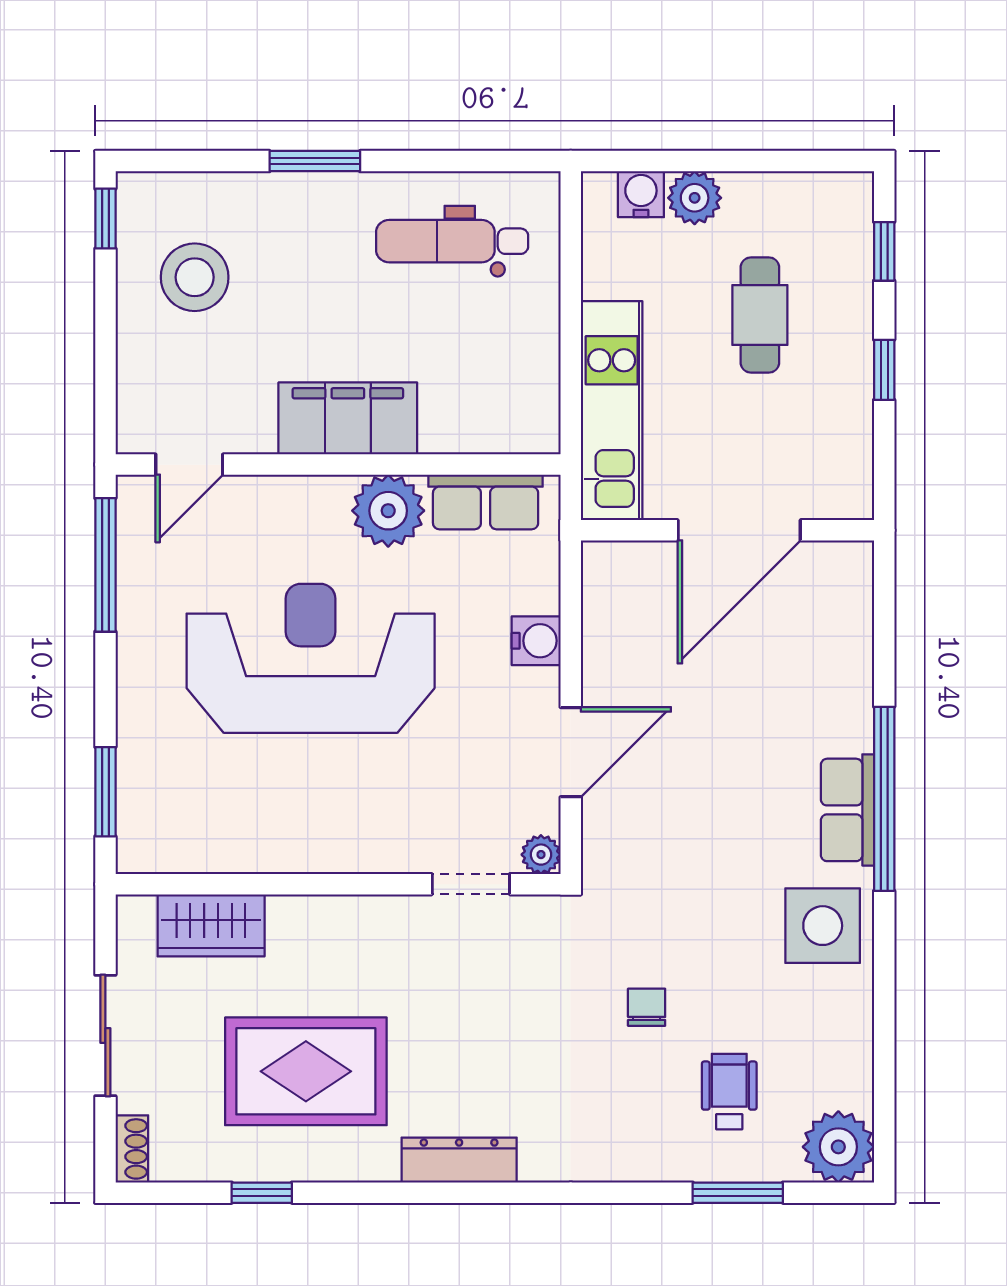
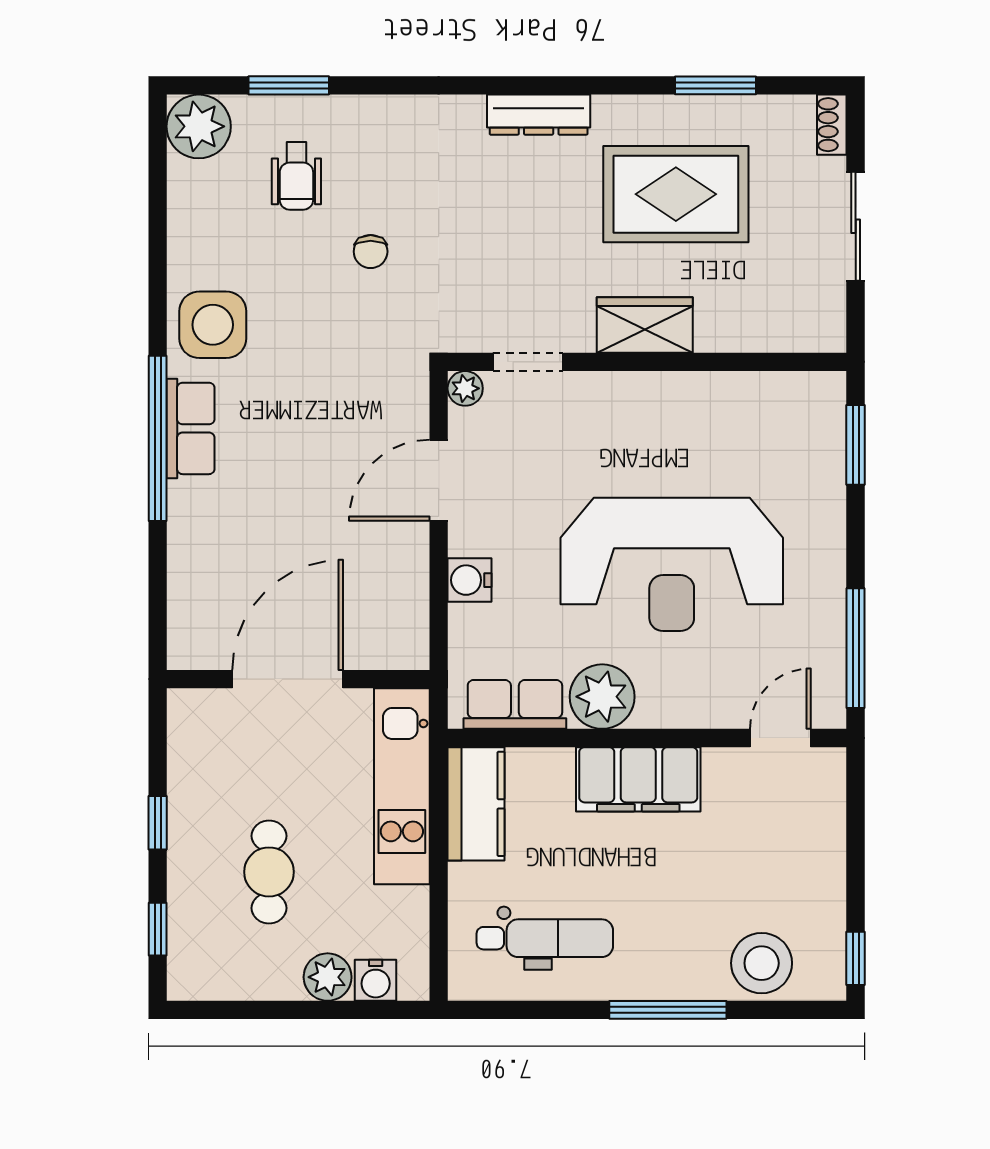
window: (315, 161) -> (668, 1010), width x1.44
stool: (195, 277) -> (762, 963), moved
kitchen counter: (529, 391) -> (476, 804), added
wardrobe: (211, 925) -> (645, 325), moved
window: (262, 1193) -> (715, 85), width x1.50

